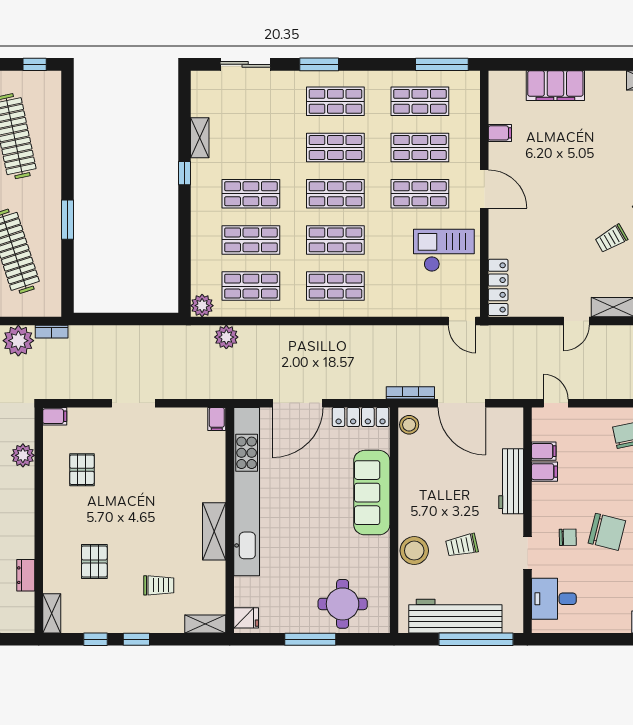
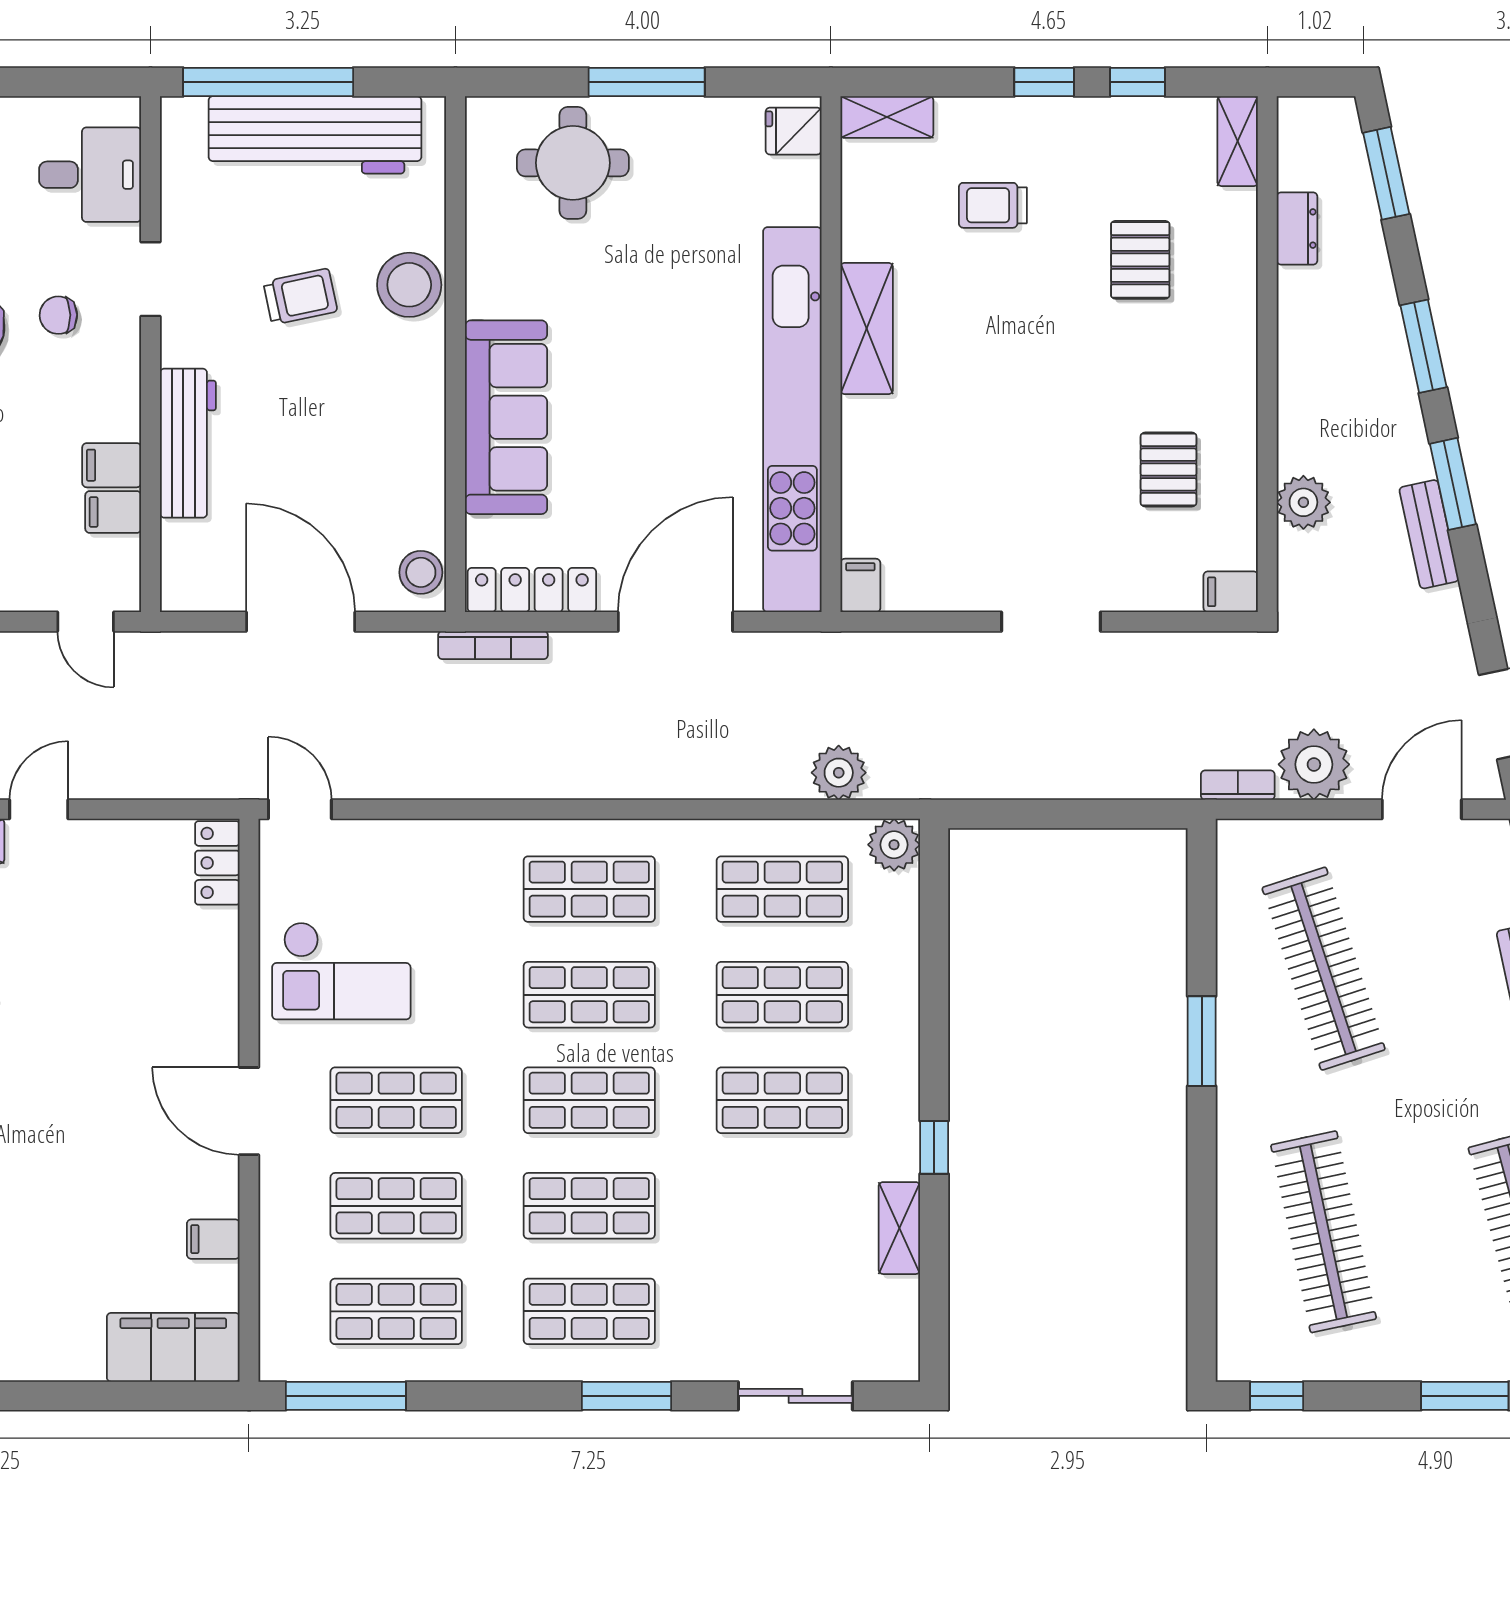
filing cabinet: (555, 86) -> (173, 1347), moved
locker: (498, 287) -> (217, 863), width x0.66
bookcase: (410, 393) -> (493, 645), moved

